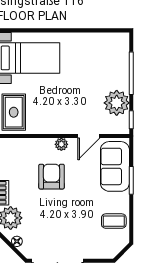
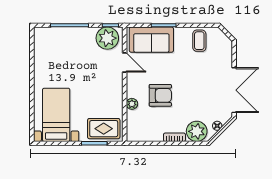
plant: (117, 103) -> (107, 38), moved
plant: (61, 144) -> (132, 104), moved
armchair: (52, 177) -> (160, 95), turned 180

